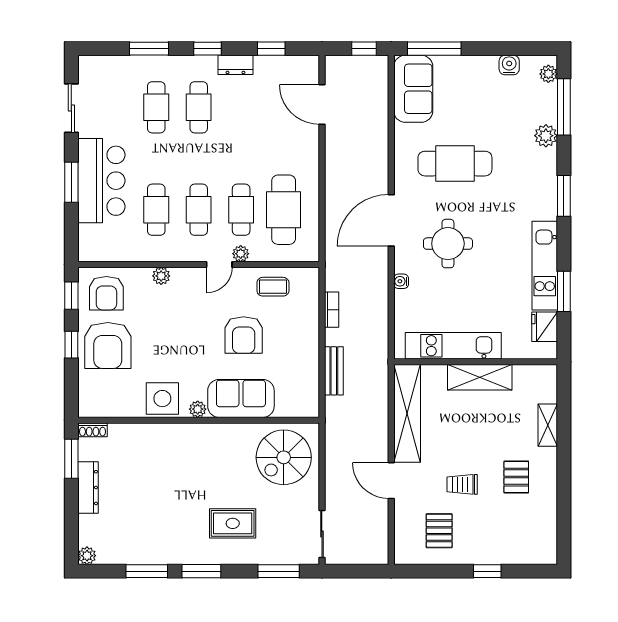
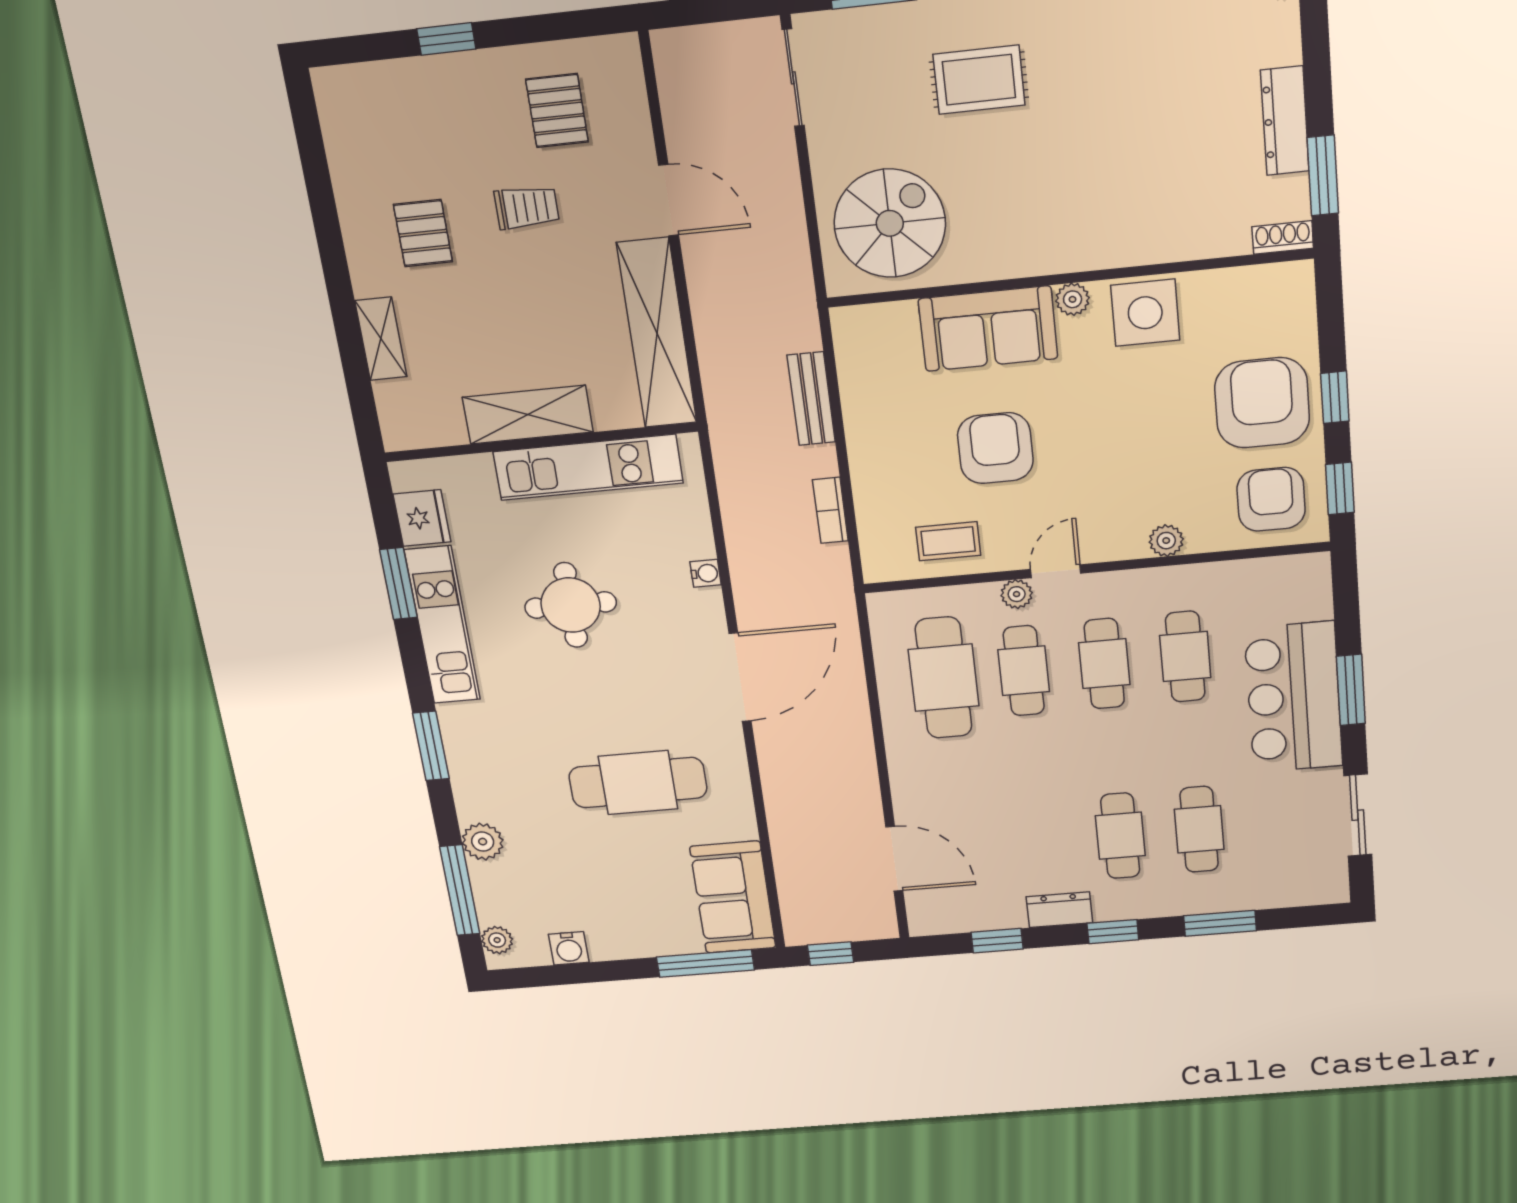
round table: (448, 244) -> (571, 605), moved

